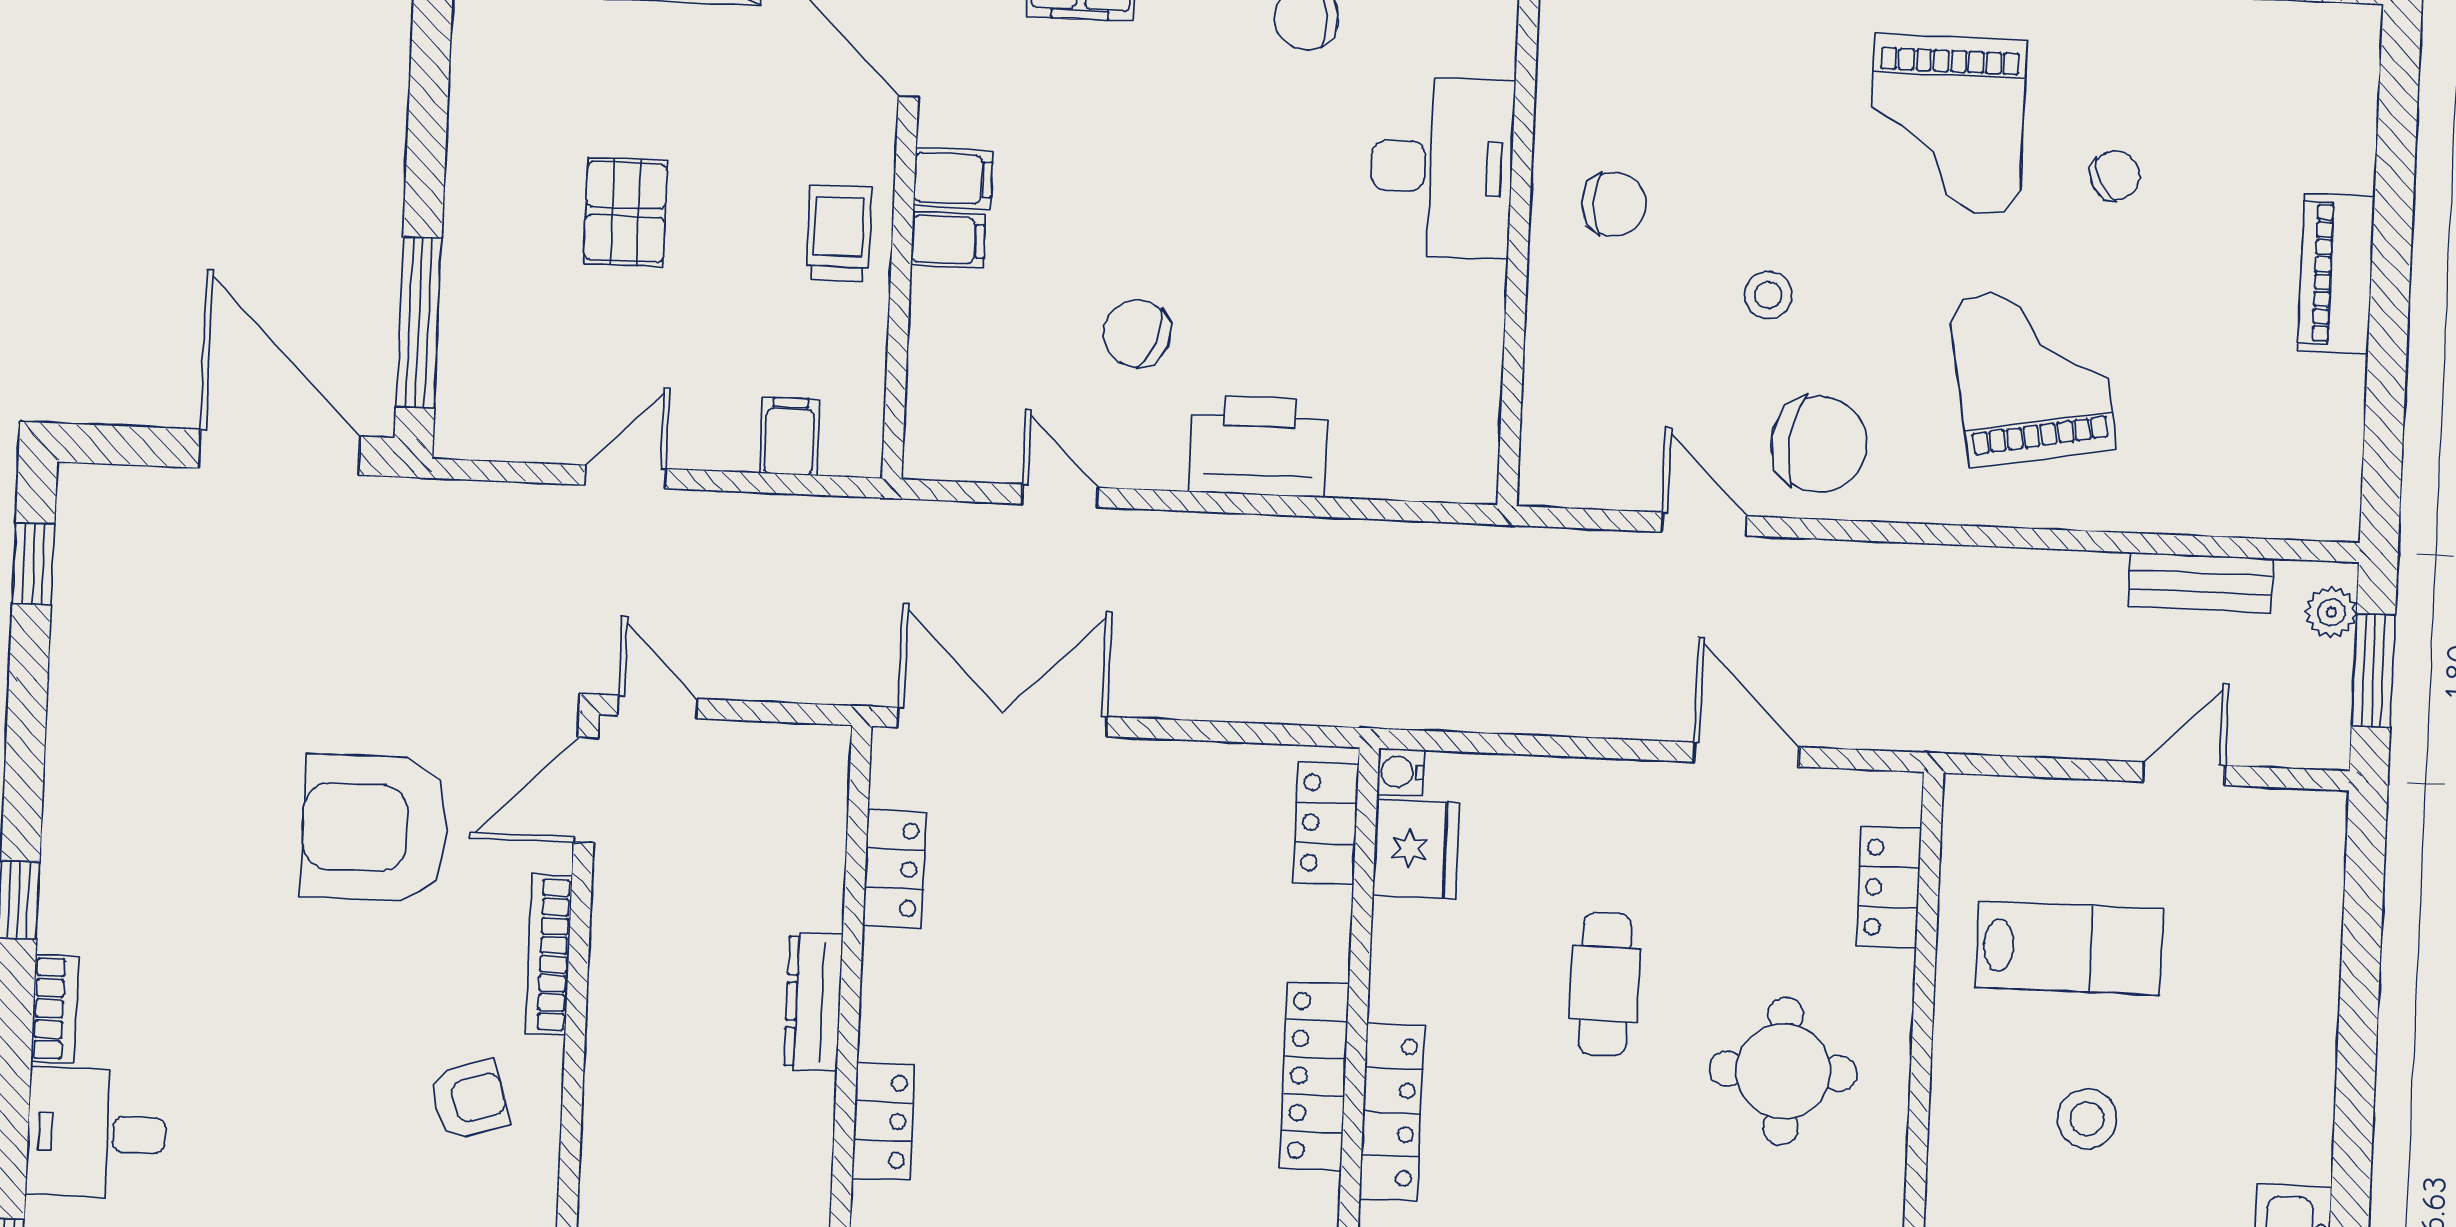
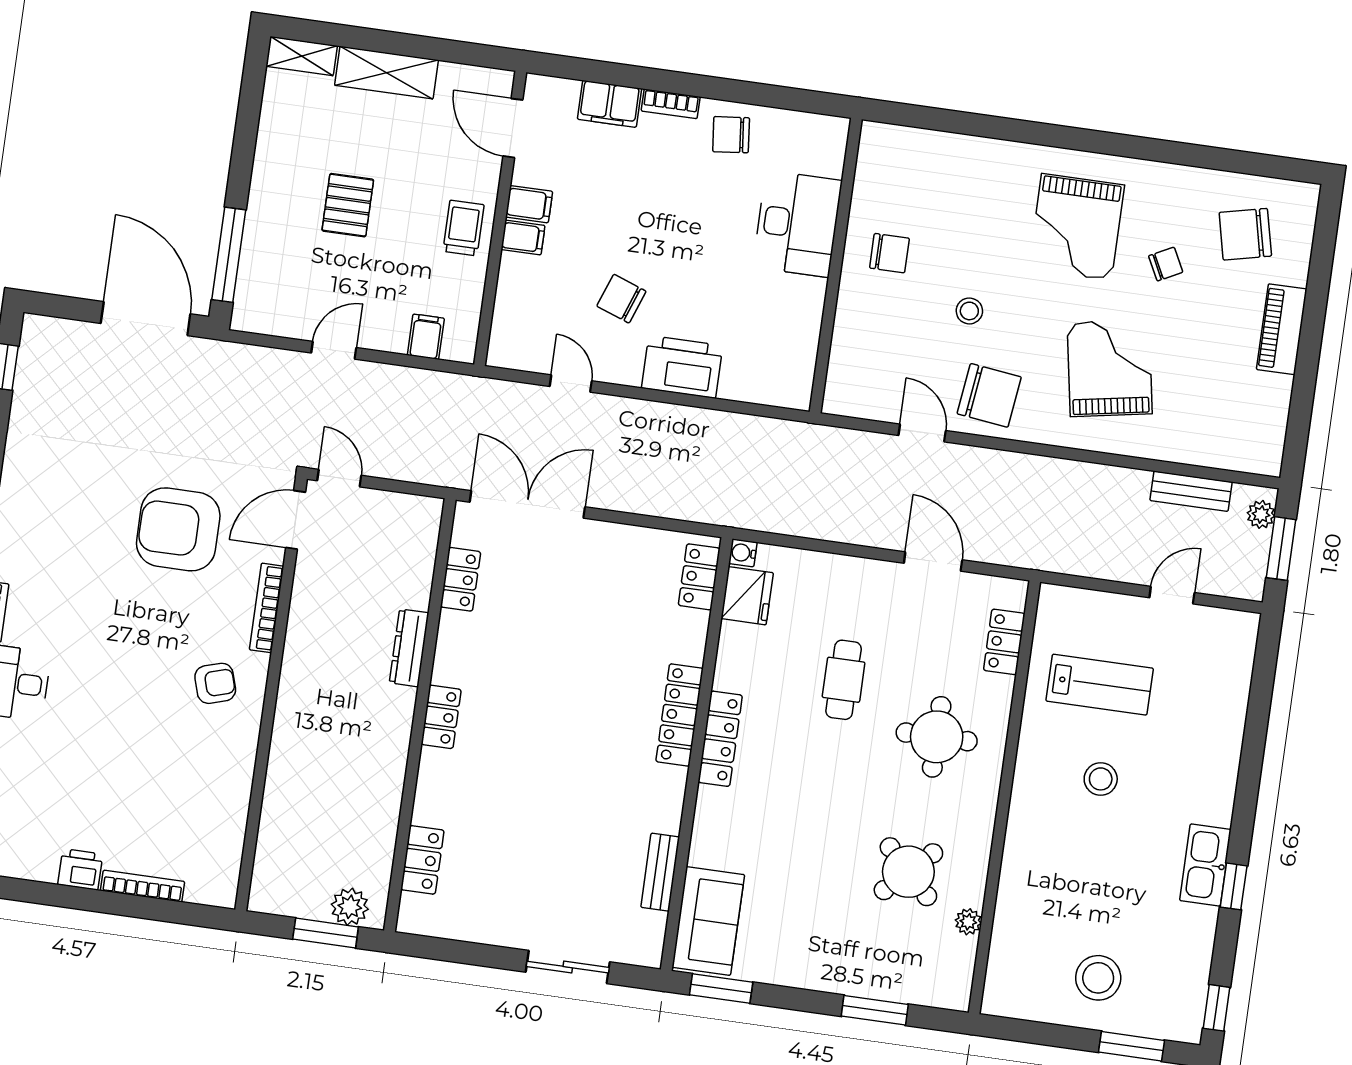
chair: (2254, 108) -> (1245, 234), added

